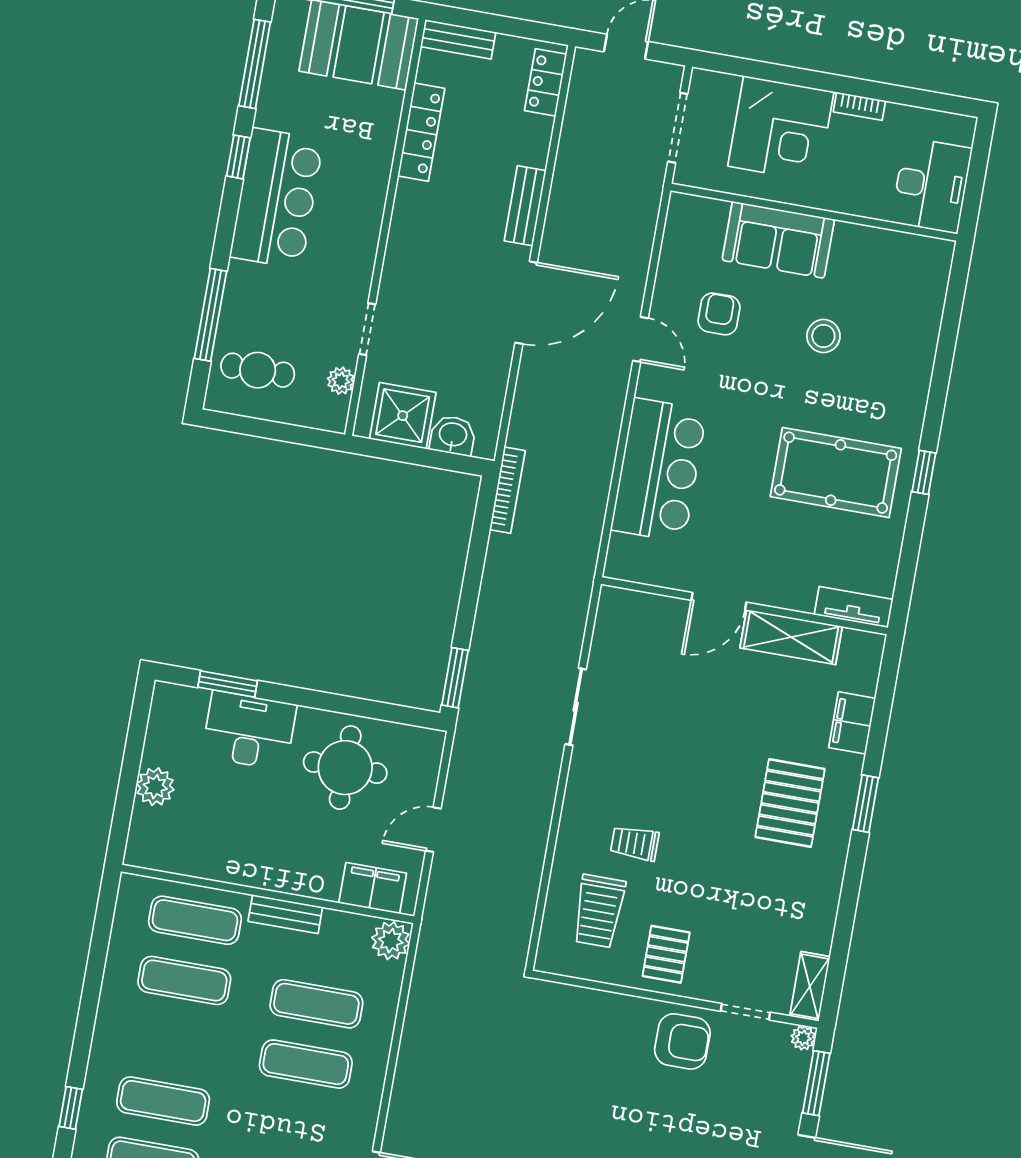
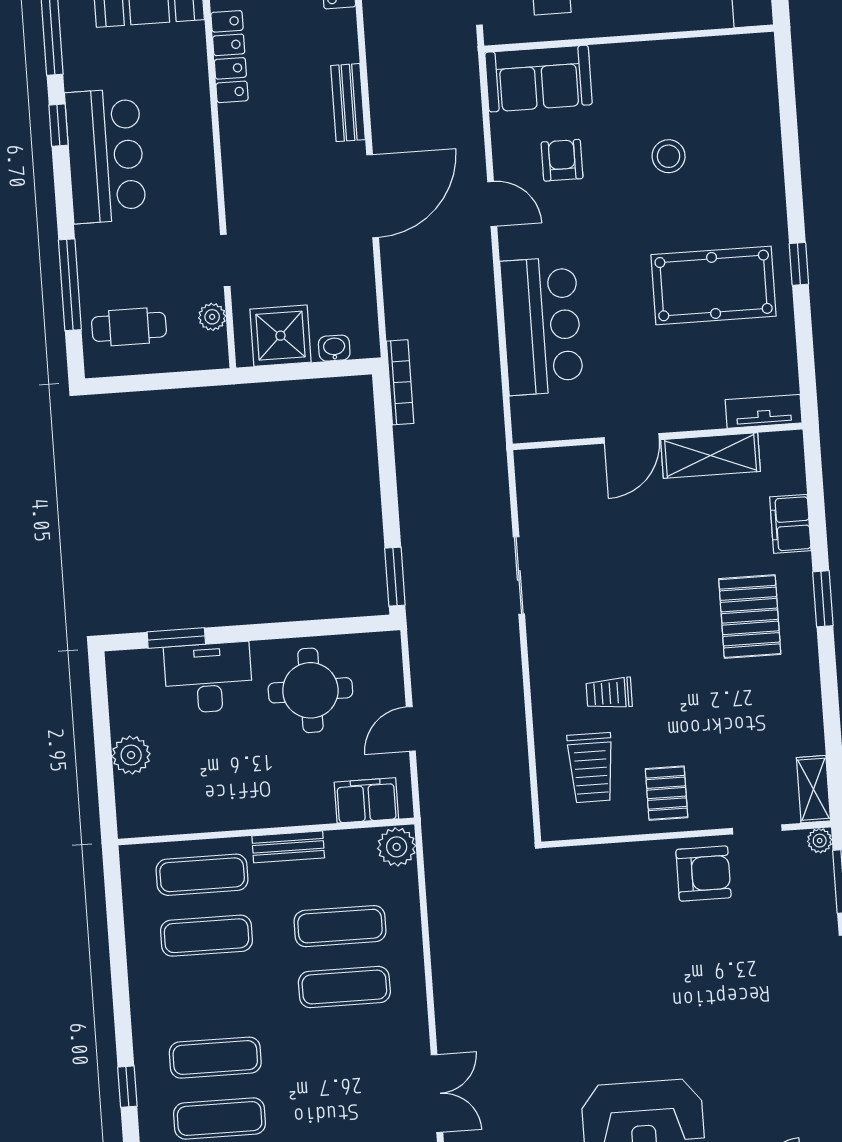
sofa: (778, 240) -> (538, 79), moved
washbasin: (453, 435) -> (334, 348), width x0.72, depth x0.69

